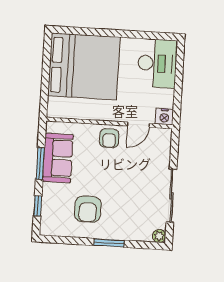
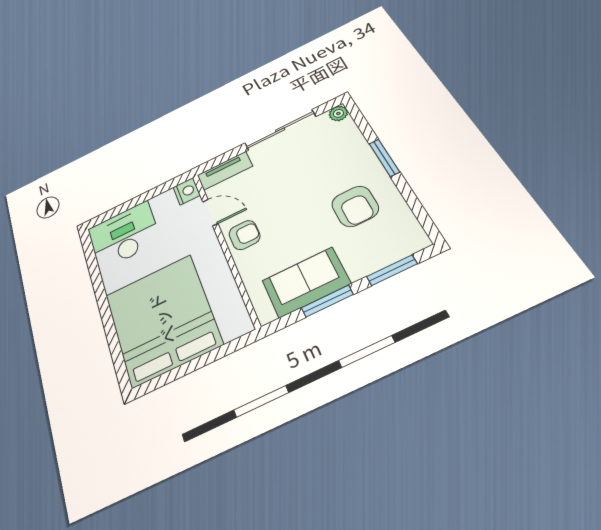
tv unit: (164, 147) -> (225, 171), added
window: (38, 206) -> (392, 270), width x1.50
armchair: (88, 209) -> (355, 206), turned 90

